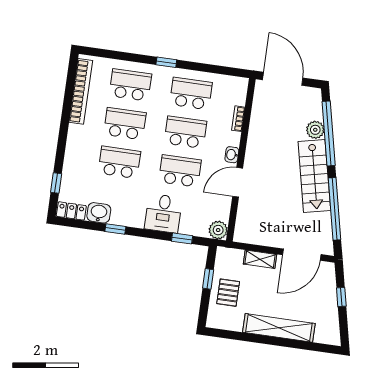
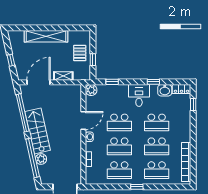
desk: (163, 213) -> (139, 95), moved

